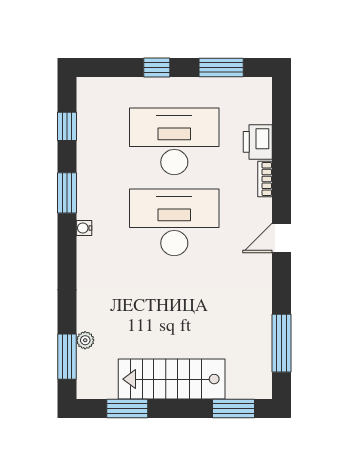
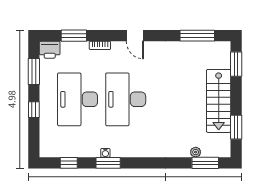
window: (282, 135) -> (74, 36), added
printer: (258, 142) -> (50, 50), moved
water cooler: (84, 228) -> (105, 153), moved

